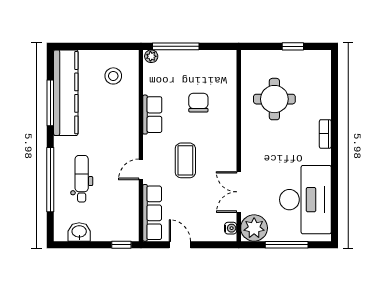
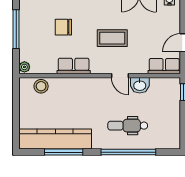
window: (176, 46) -> (16, 29), moved
stool: (113, 76) -> (41, 86), moved
row of seats: (152, 213) -> (164, 66), width x0.68
washbasin: (79, 232) -> (140, 85), moved, turned -90

